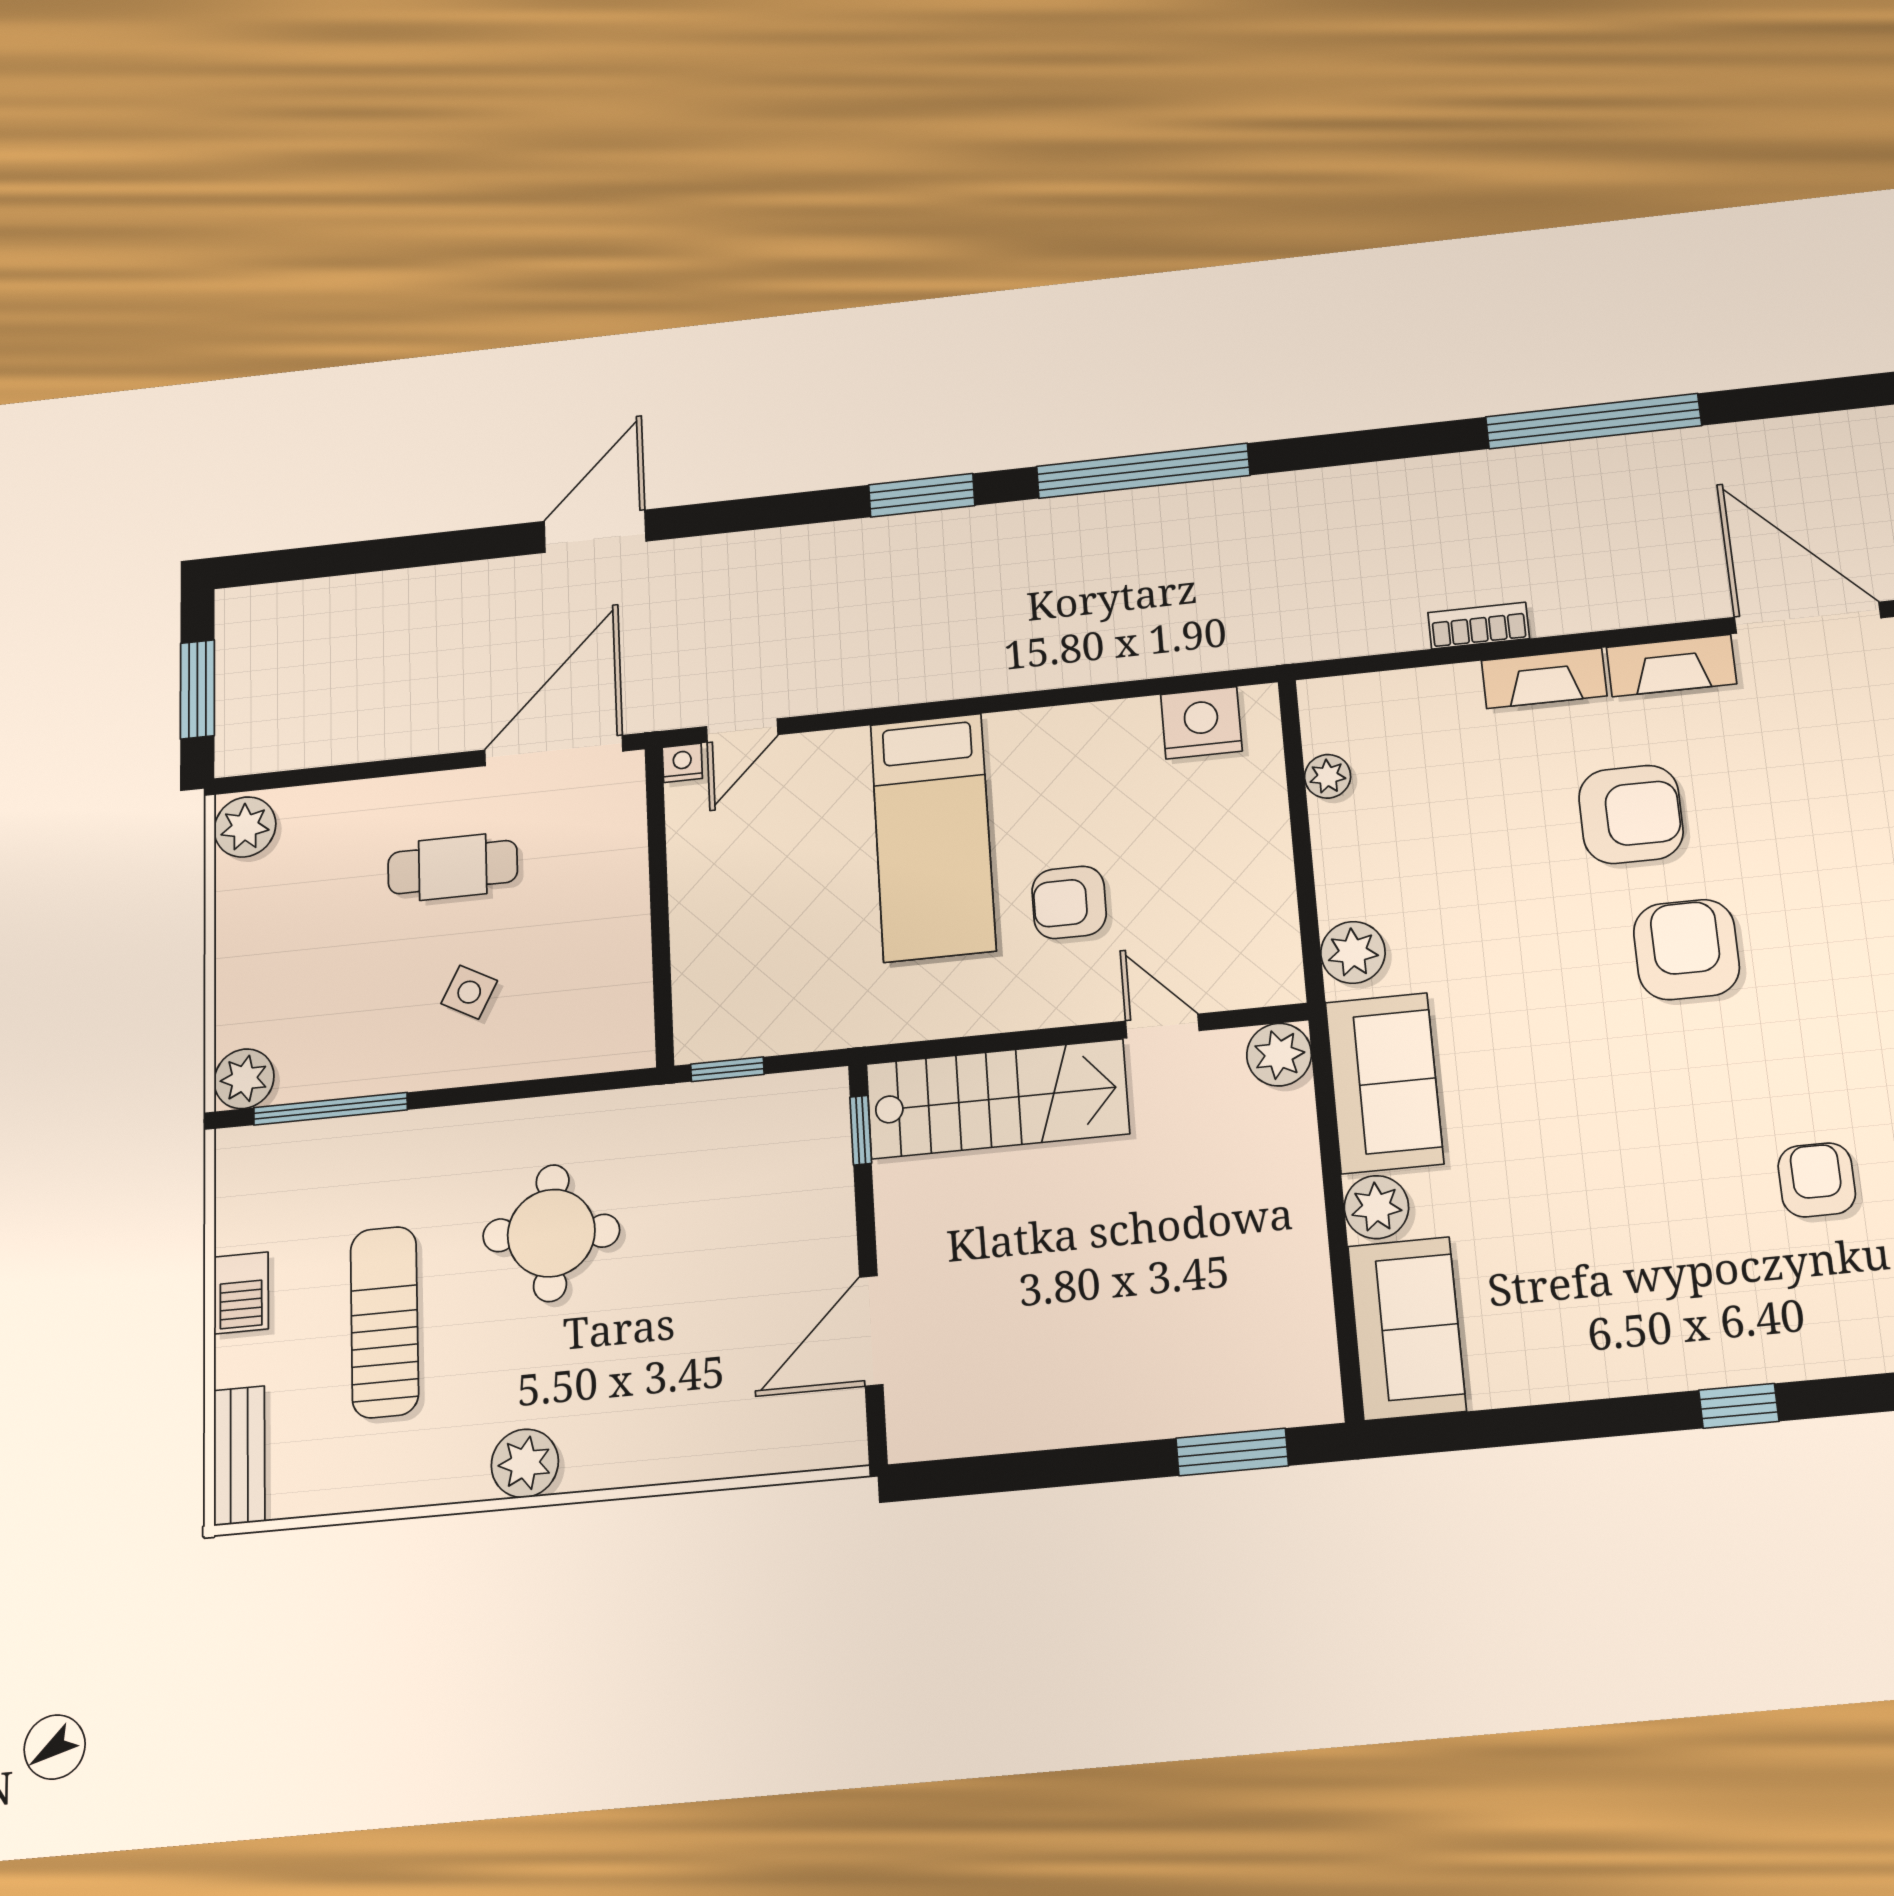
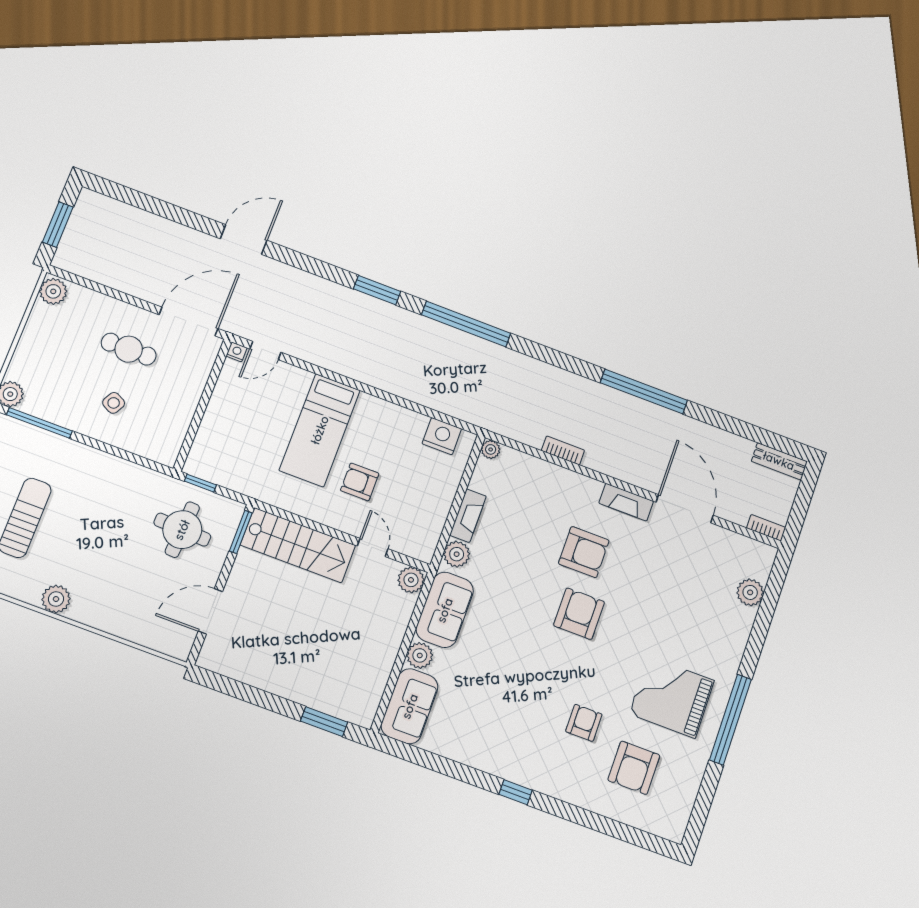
fireplace: (1544, 678) -> (468, 516), moved, turned -90
plant: (1328, 776) -> (491, 449), moved
window: (861, 1130) -> (241, 532), width x1.50
round table: (551, 1233) -> (182, 530), moved

